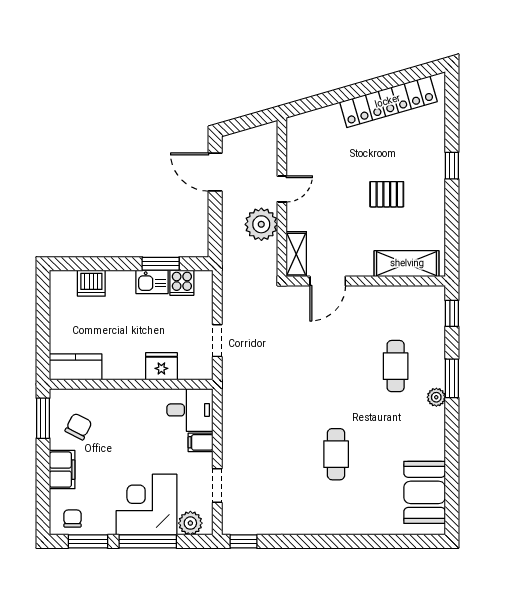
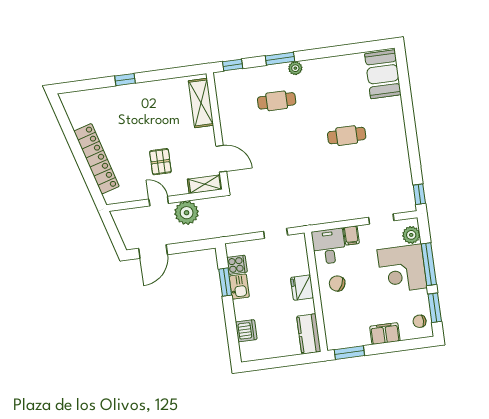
locker: (388, 102) -> (97, 159), moved
pallet: (387, 194) -> (160, 162), moved
fridge: (161, 366) -> (302, 288), moved
chair: (78, 427) -> (337, 283), moved
booth: (425, 492) -> (383, 74), moved, turned 90

